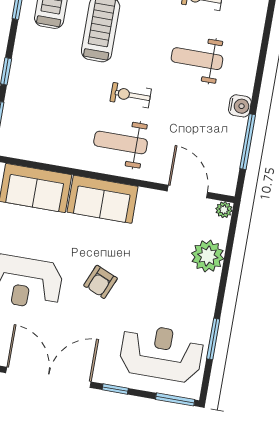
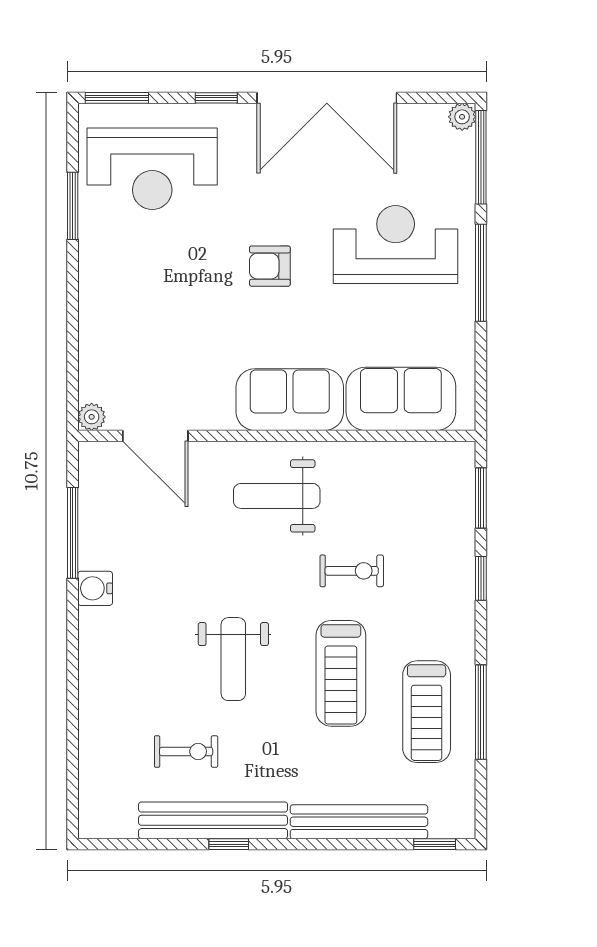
weight bench: (197, 59) -> (233, 659), moved, turned 90
exercise bike: (131, 95) -> (352, 571), moved
weight bench: (121, 142) -> (277, 496), turned 180
plant: (208, 256) -> (105, 338), removed
armchair: (101, 282) -> (270, 266), turned -113

